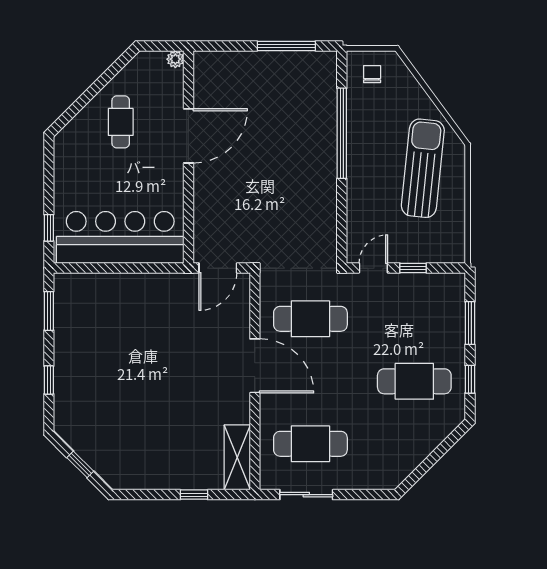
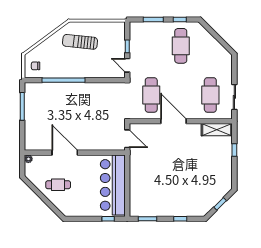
sun lounger: (423, 168) -> (80, 42), width x0.73, depth x0.75
door: (255, 366) -> (173, 121), hinge flipped

